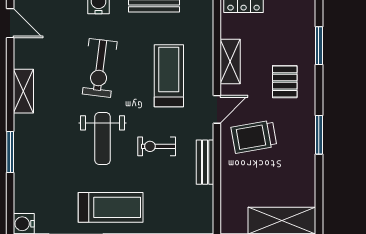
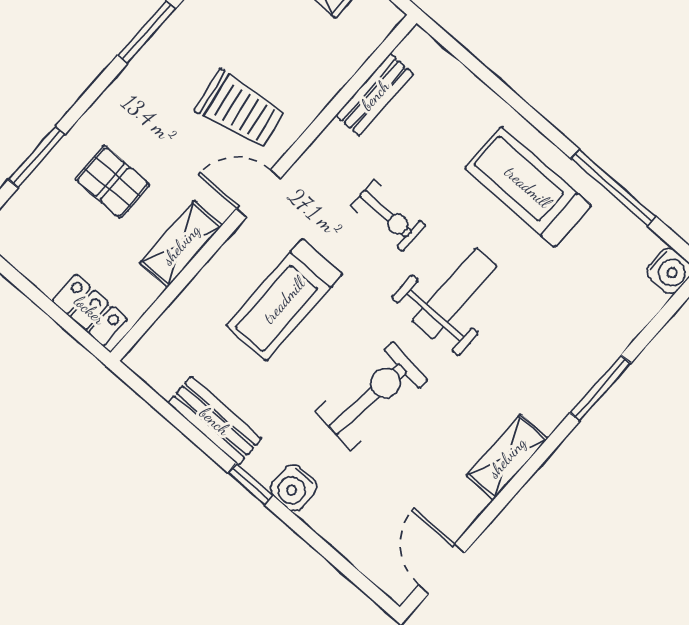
pallet: (285, 82) -> (112, 182), moved, turned 90
bench: (205, 162) -> (375, 95), moved

